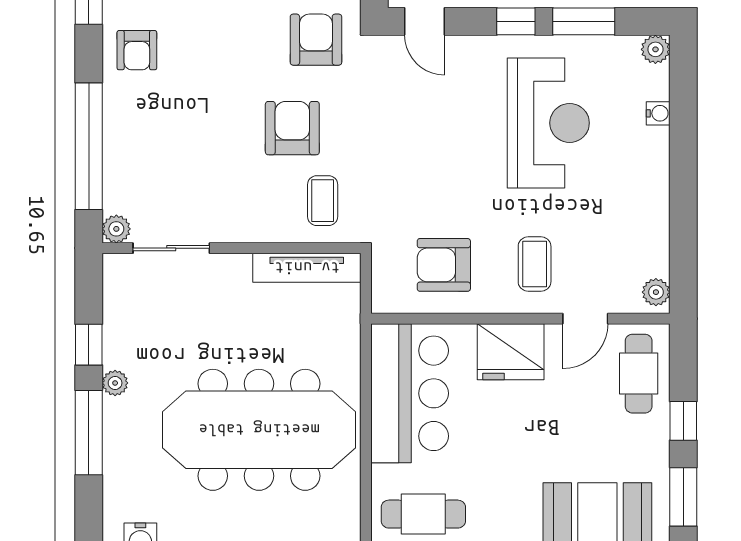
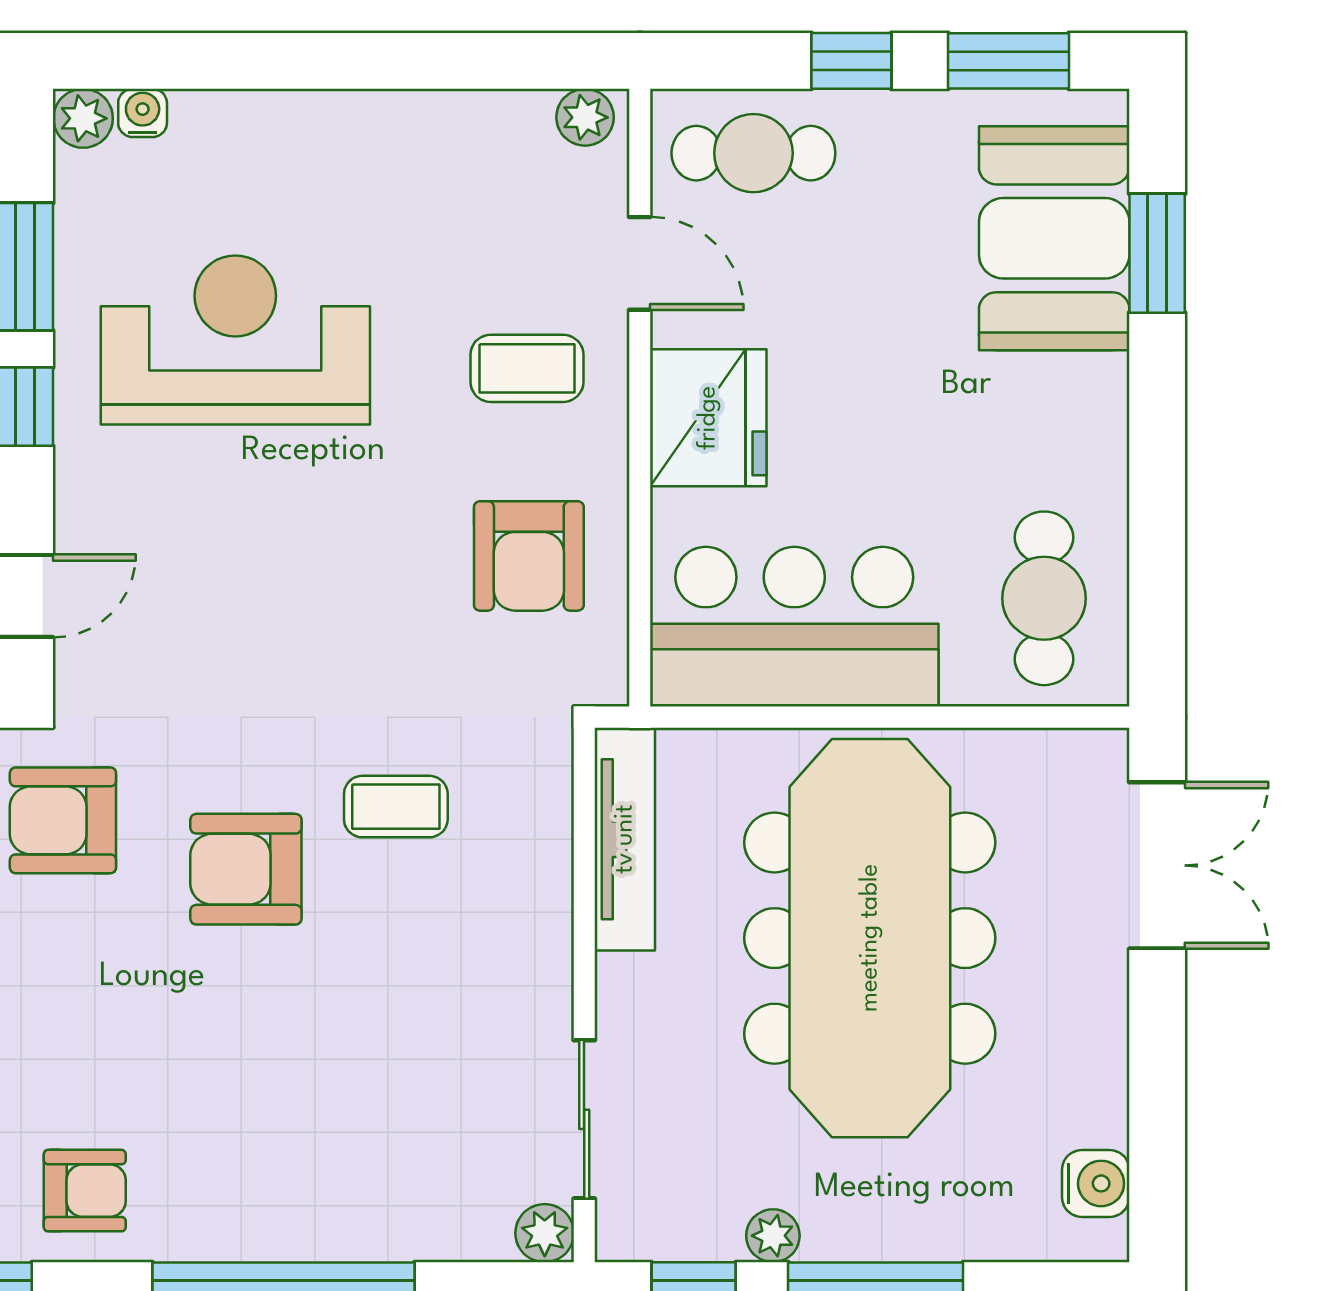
water cooler: (658, 113) -> (143, 113), moved
plant: (116, 229) -> (545, 1233), moved
sliding door: (171, 248) -> (584, 1119), moved
wall: (232, 248) -> (584, 995), moved
tv unit: (307, 268) -> (625, 839), moved

